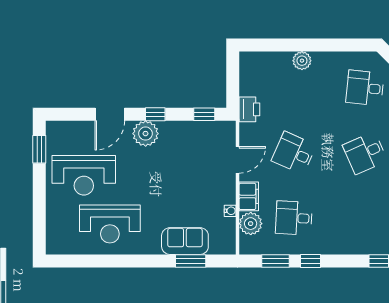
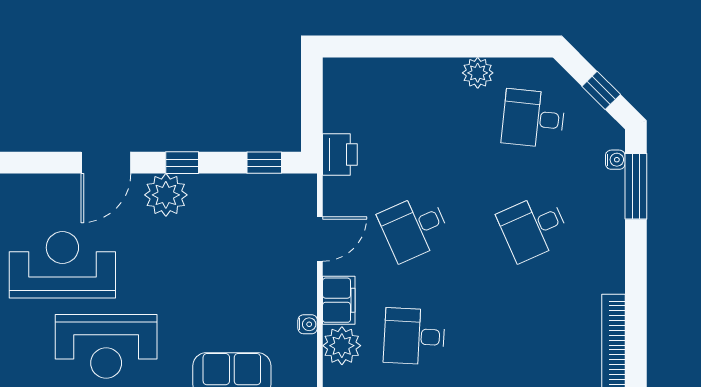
plant: (302, 61) -> (478, 73), moved
desk: (294, 153) -> (414, 227), turned -48
reception desk: (84, 175) -> (62, 265), turned 180

